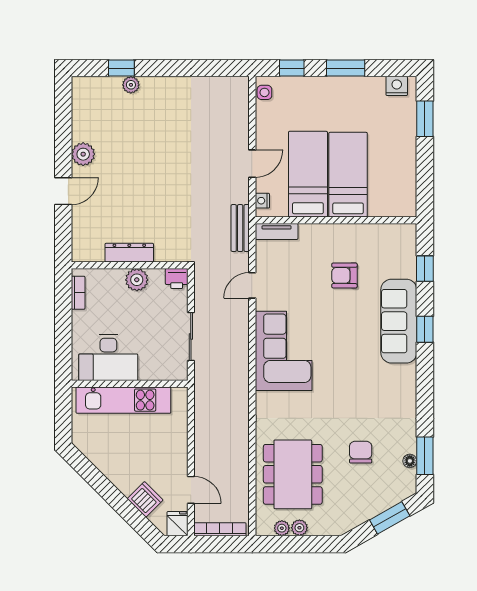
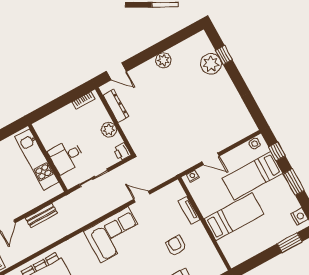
plant: (131, 85) -> (211, 64), width x1.87, depth x1.87
bed: (308, 174) -> (253, 176), moved, turned 180
door: (63, 191) -> (116, 71), moved
bench: (240, 228) -> (41, 216), moved
tv unit: (277, 231) -> (189, 211), moved
dresser: (129, 253) -> (116, 106), moved
desk: (108, 358) -> (66, 156), moved, width x0.73

